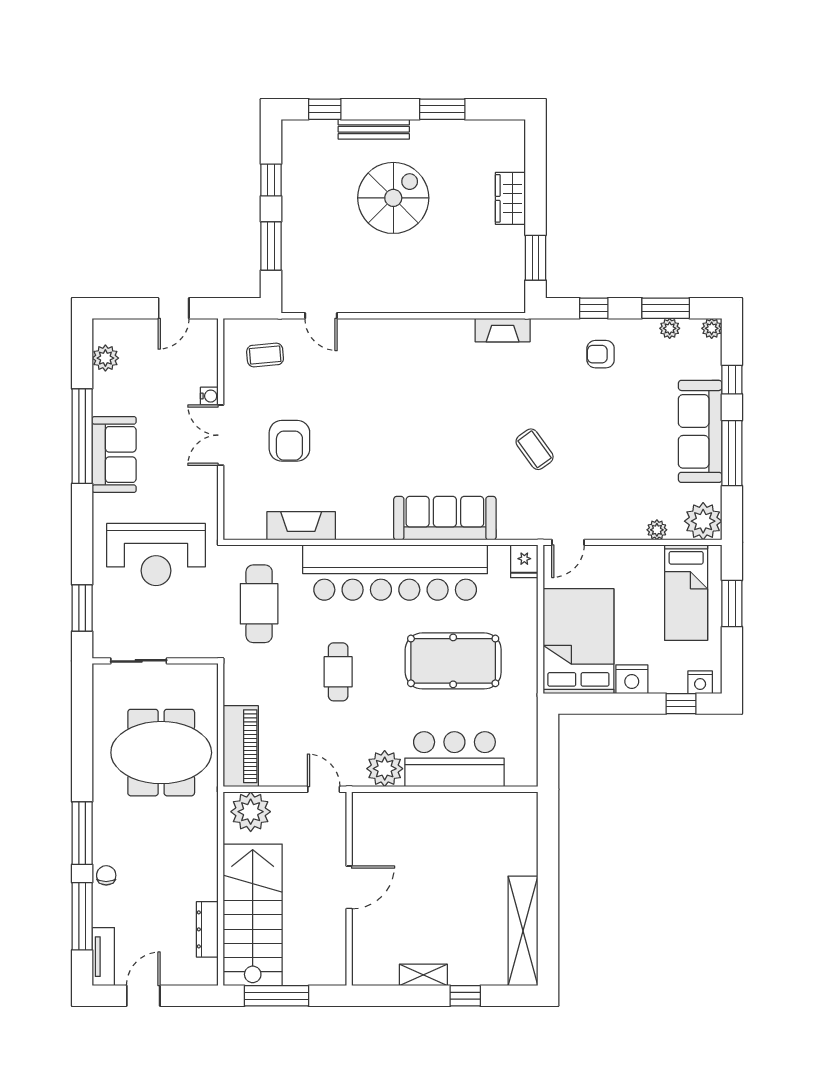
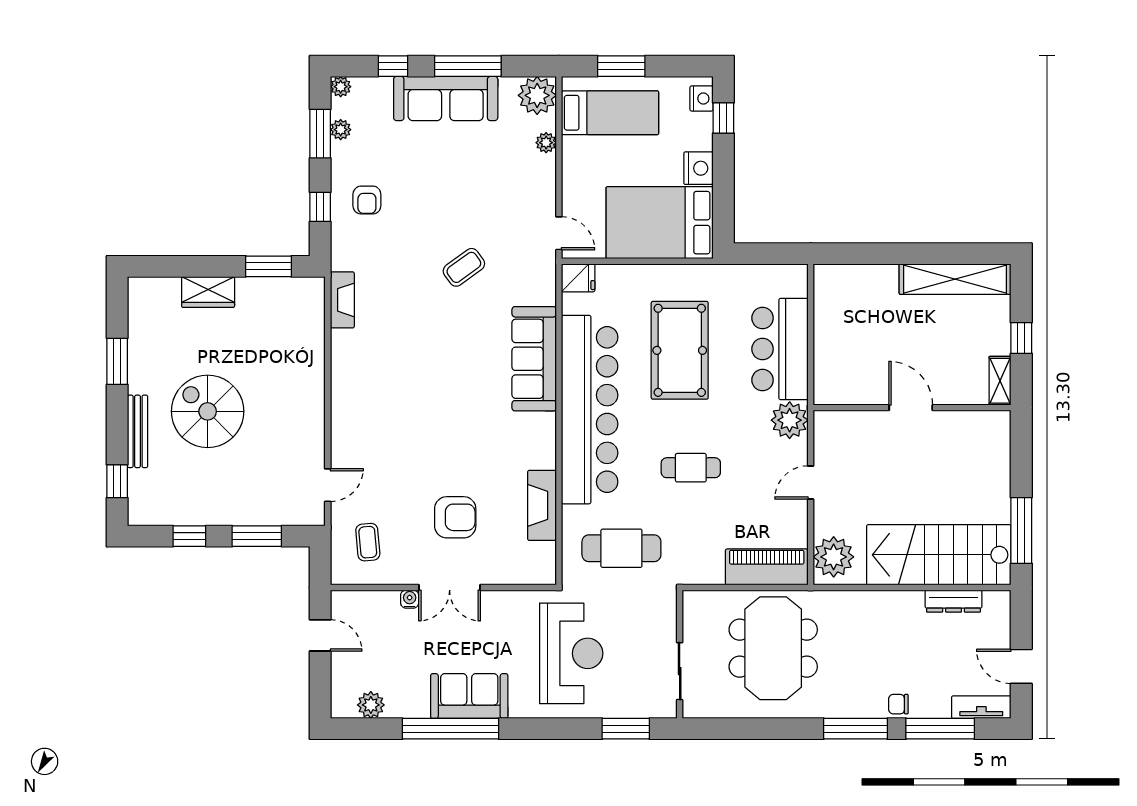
door: (349, 887) -> (911, 408), moved
wall: (349, 889) -> (912, 408), moved

